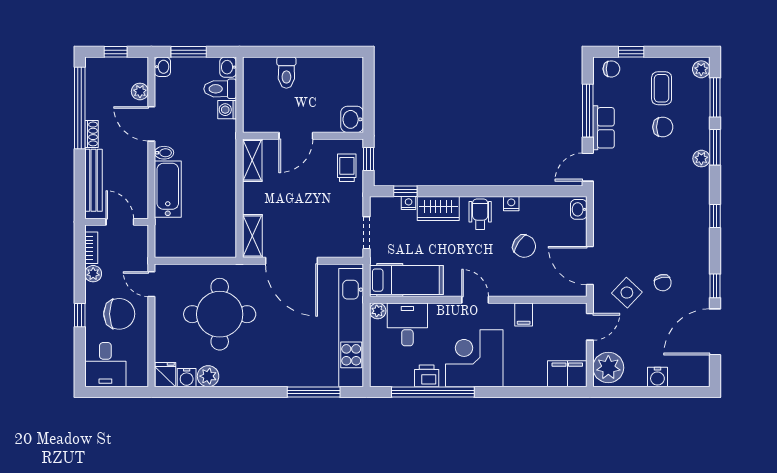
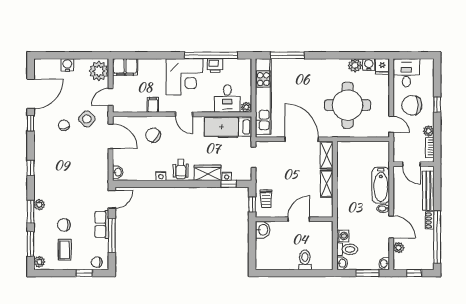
shelving: (252, 160) -> (327, 184), moved
chair: (524, 246) -> (153, 135), moved
desk: (105, 365) -> (406, 73), moved

